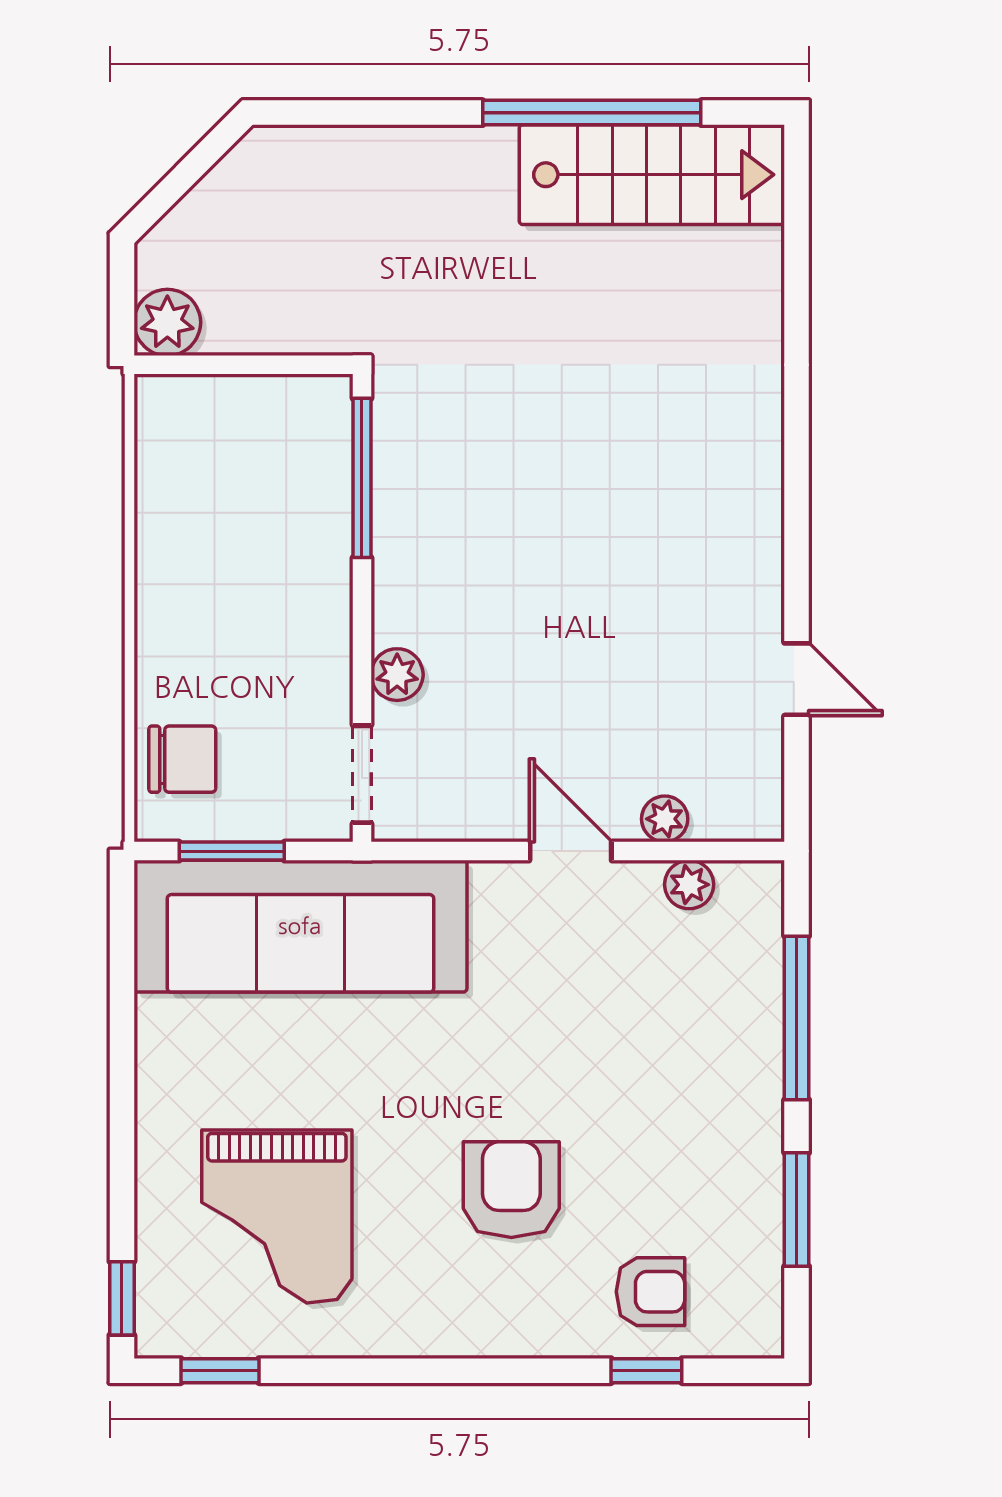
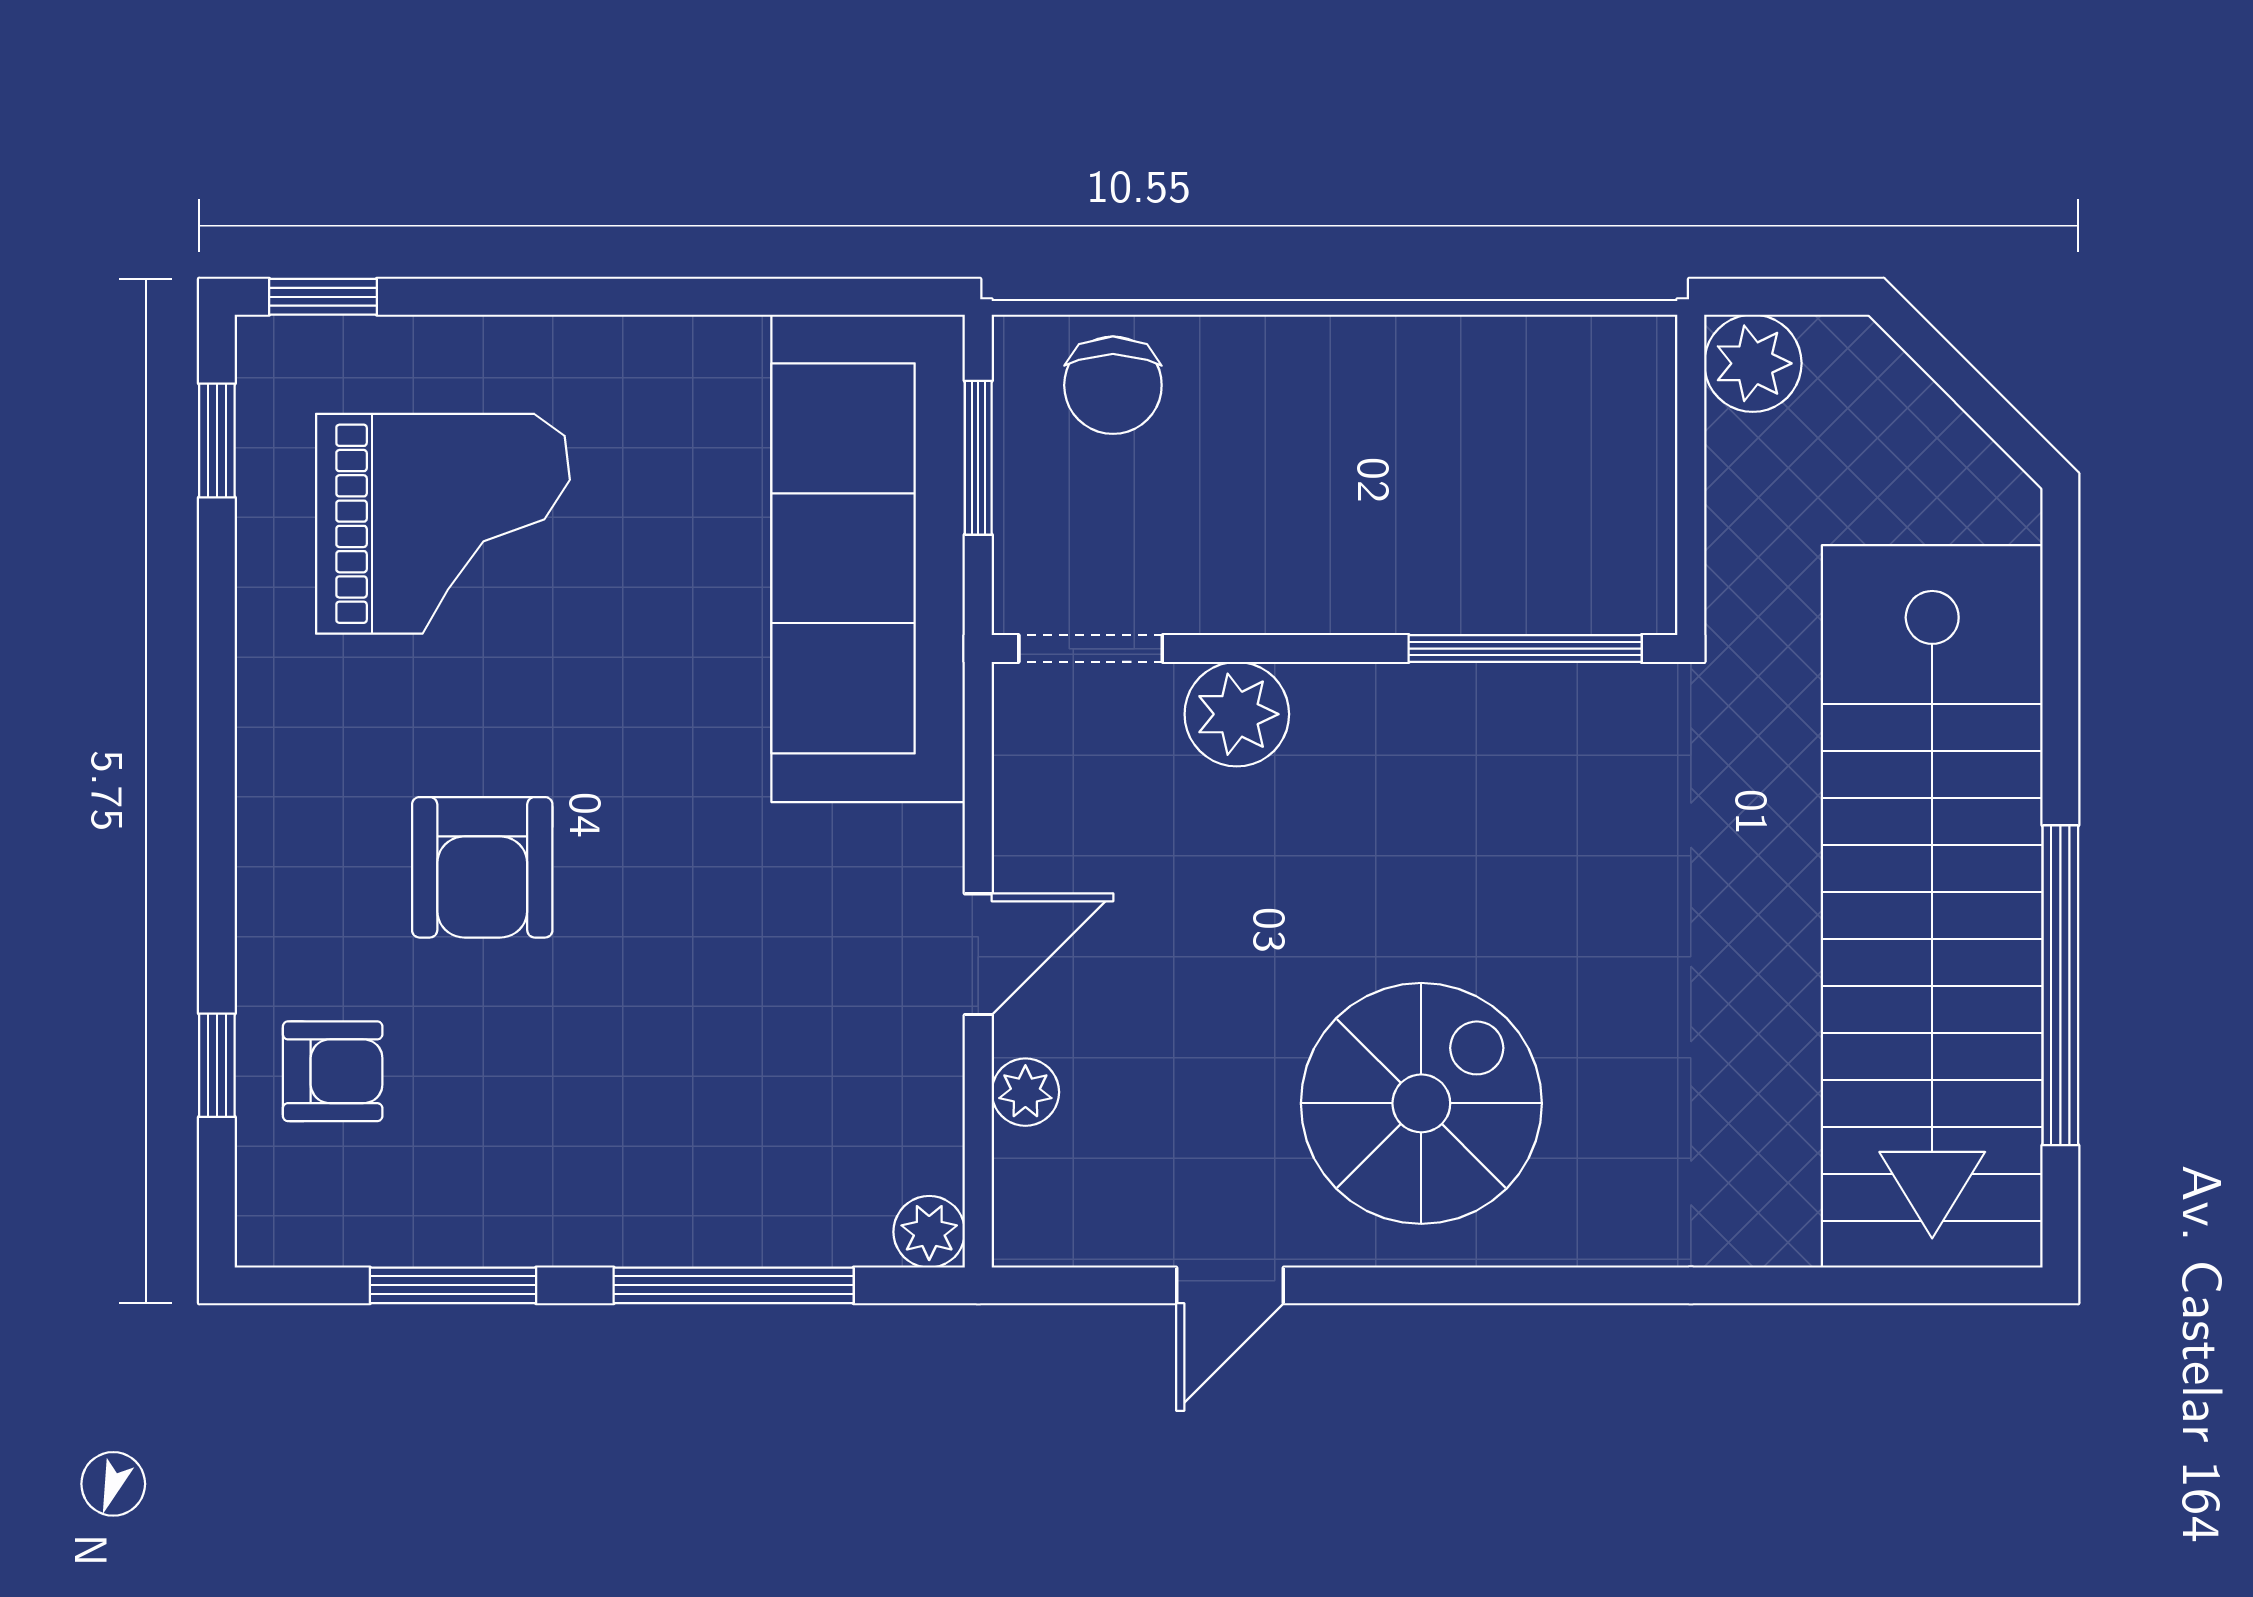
stairs: (652, 175) -> (1932, 906), width x1.86, depth x1.51
spiral stairs: (672, 549) -> (1421, 1103), added
plant: (397, 675) -> (1237, 714), width x1.38, depth x1.38
plant: (689, 885) -> (929, 1232), moved
armchair: (511, 1190) -> (482, 867), turned 90
grand piano: (277, 1216) -> (443, 524), turned 180
armchair: (650, 1292) -> (333, 1071), turned -90

